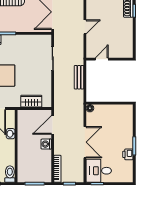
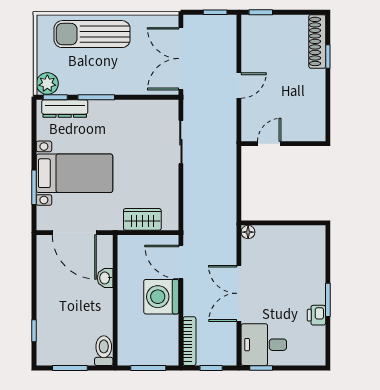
bench: (79, 77) -> (228, 176), removed
door: (53, 125) -> (181, 262), hinge flipped
double door: (85, 142) -> (239, 293), swing flipped
washing machine: (46, 144) -> (161, 297), width x1.89, depth x1.89

